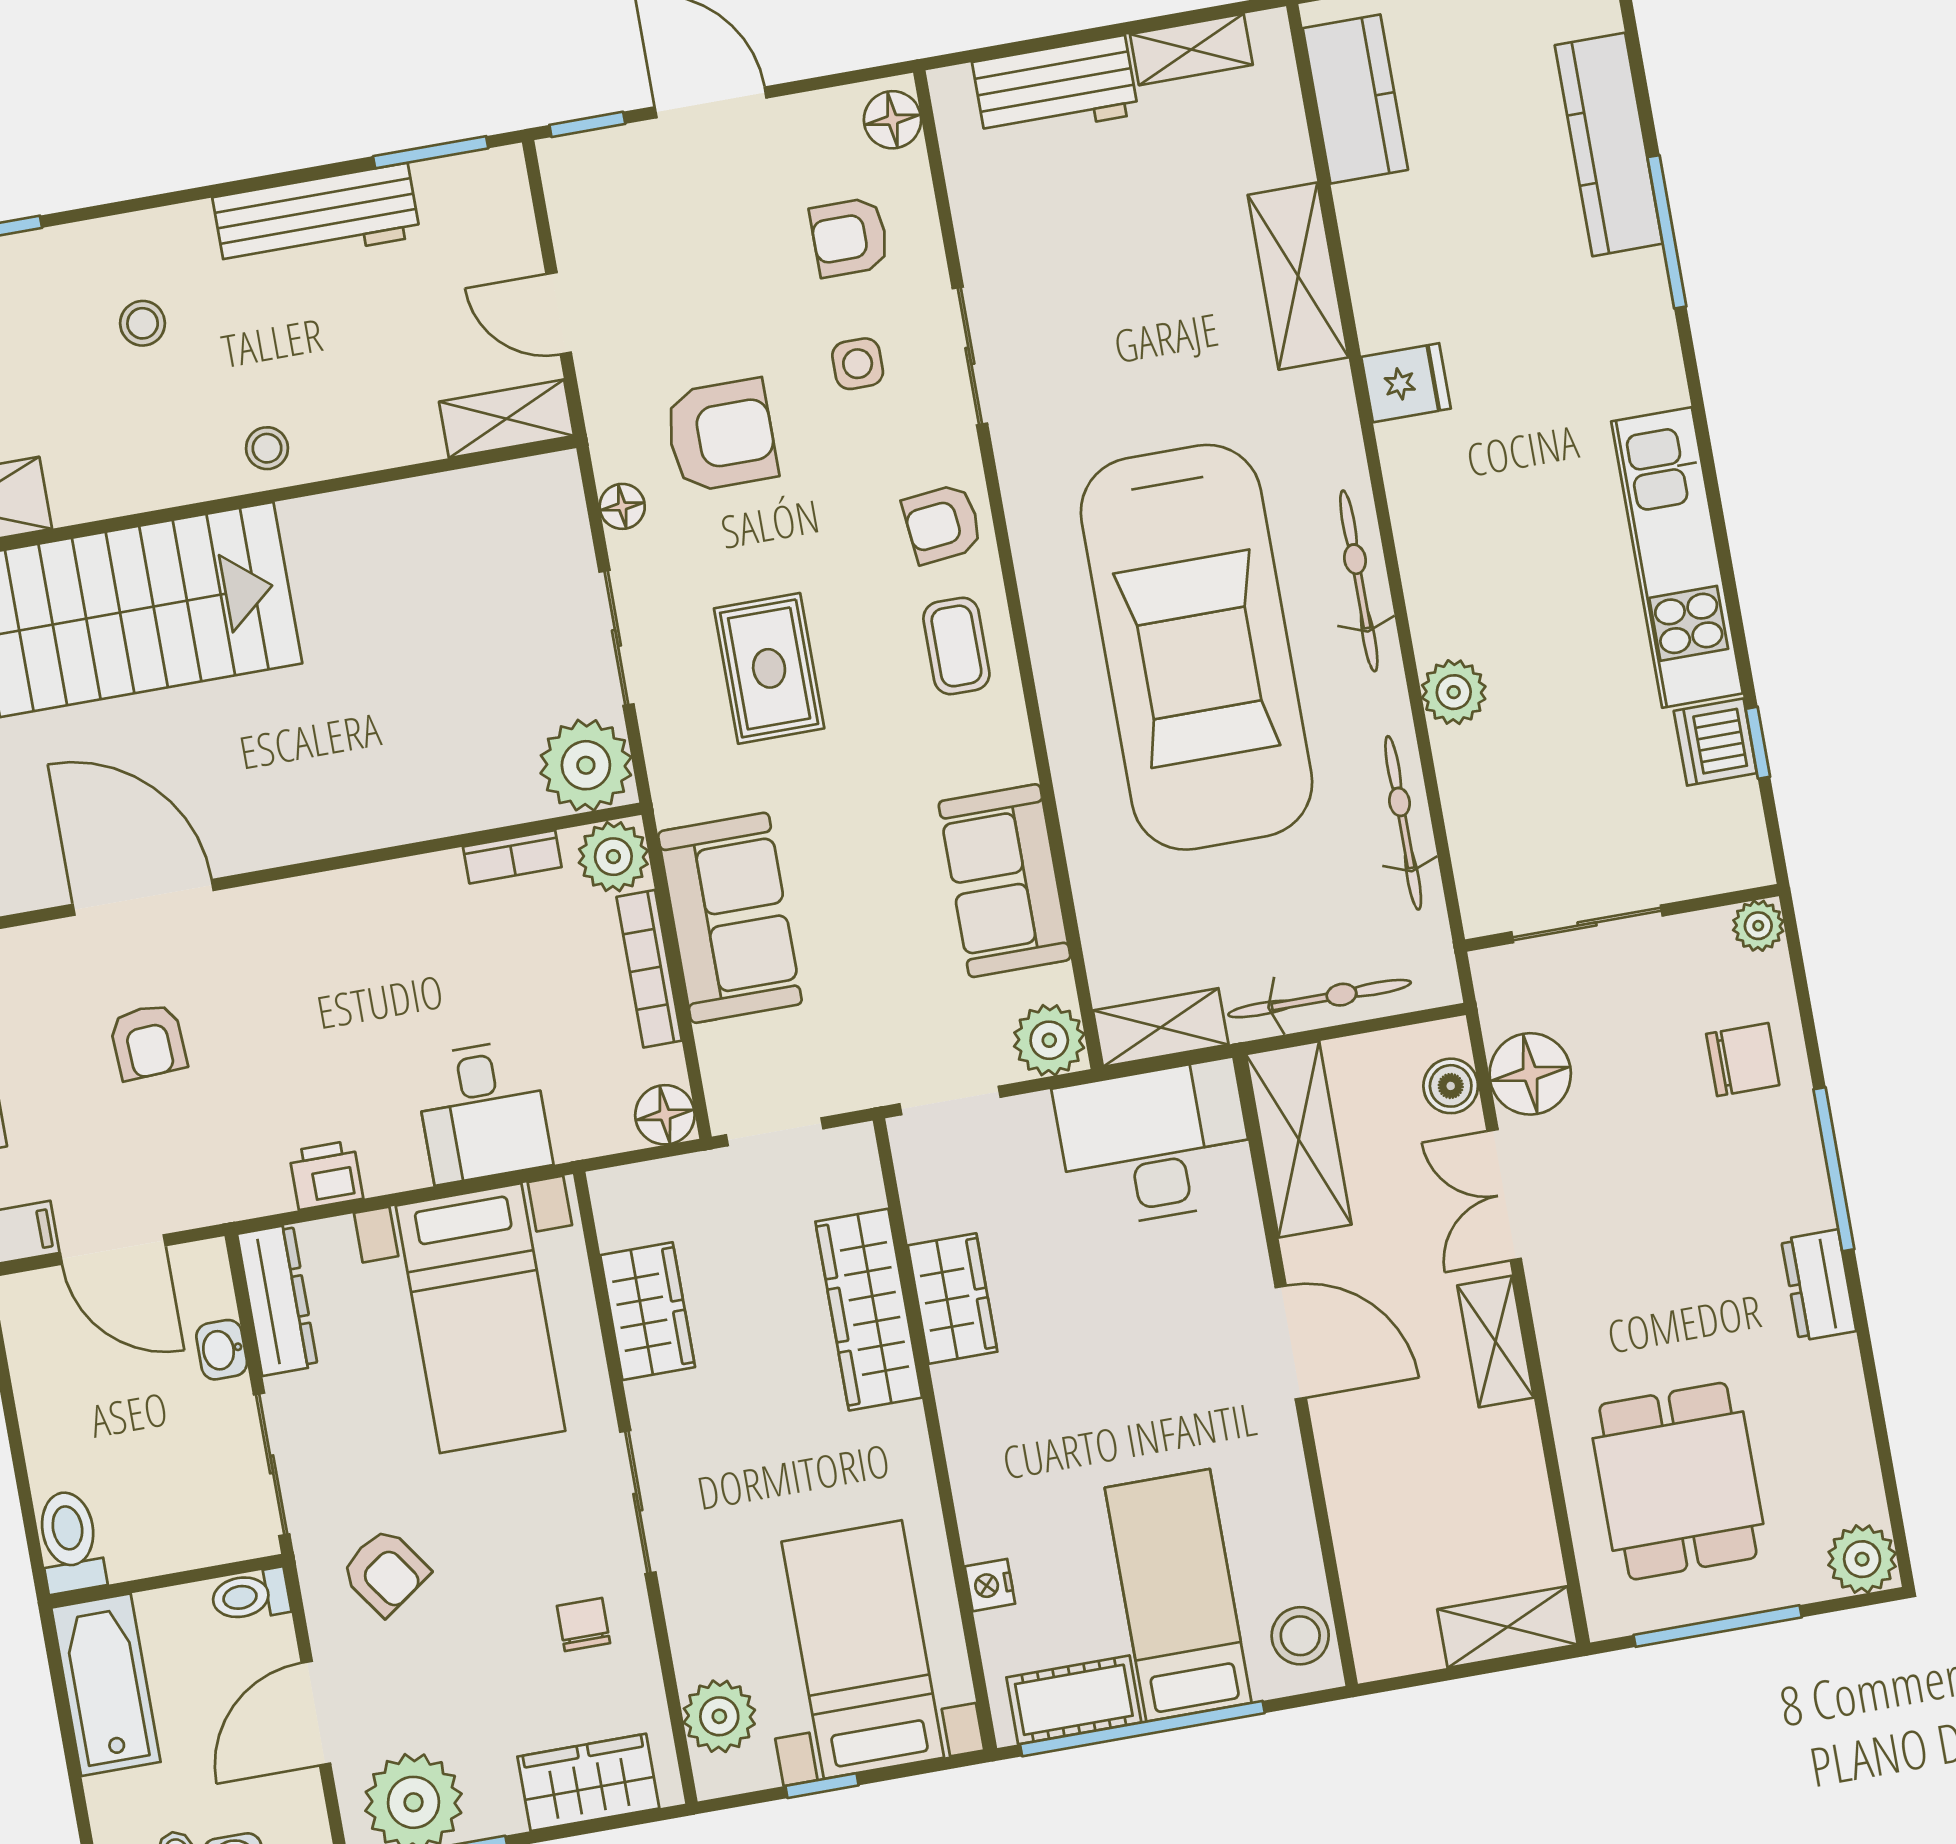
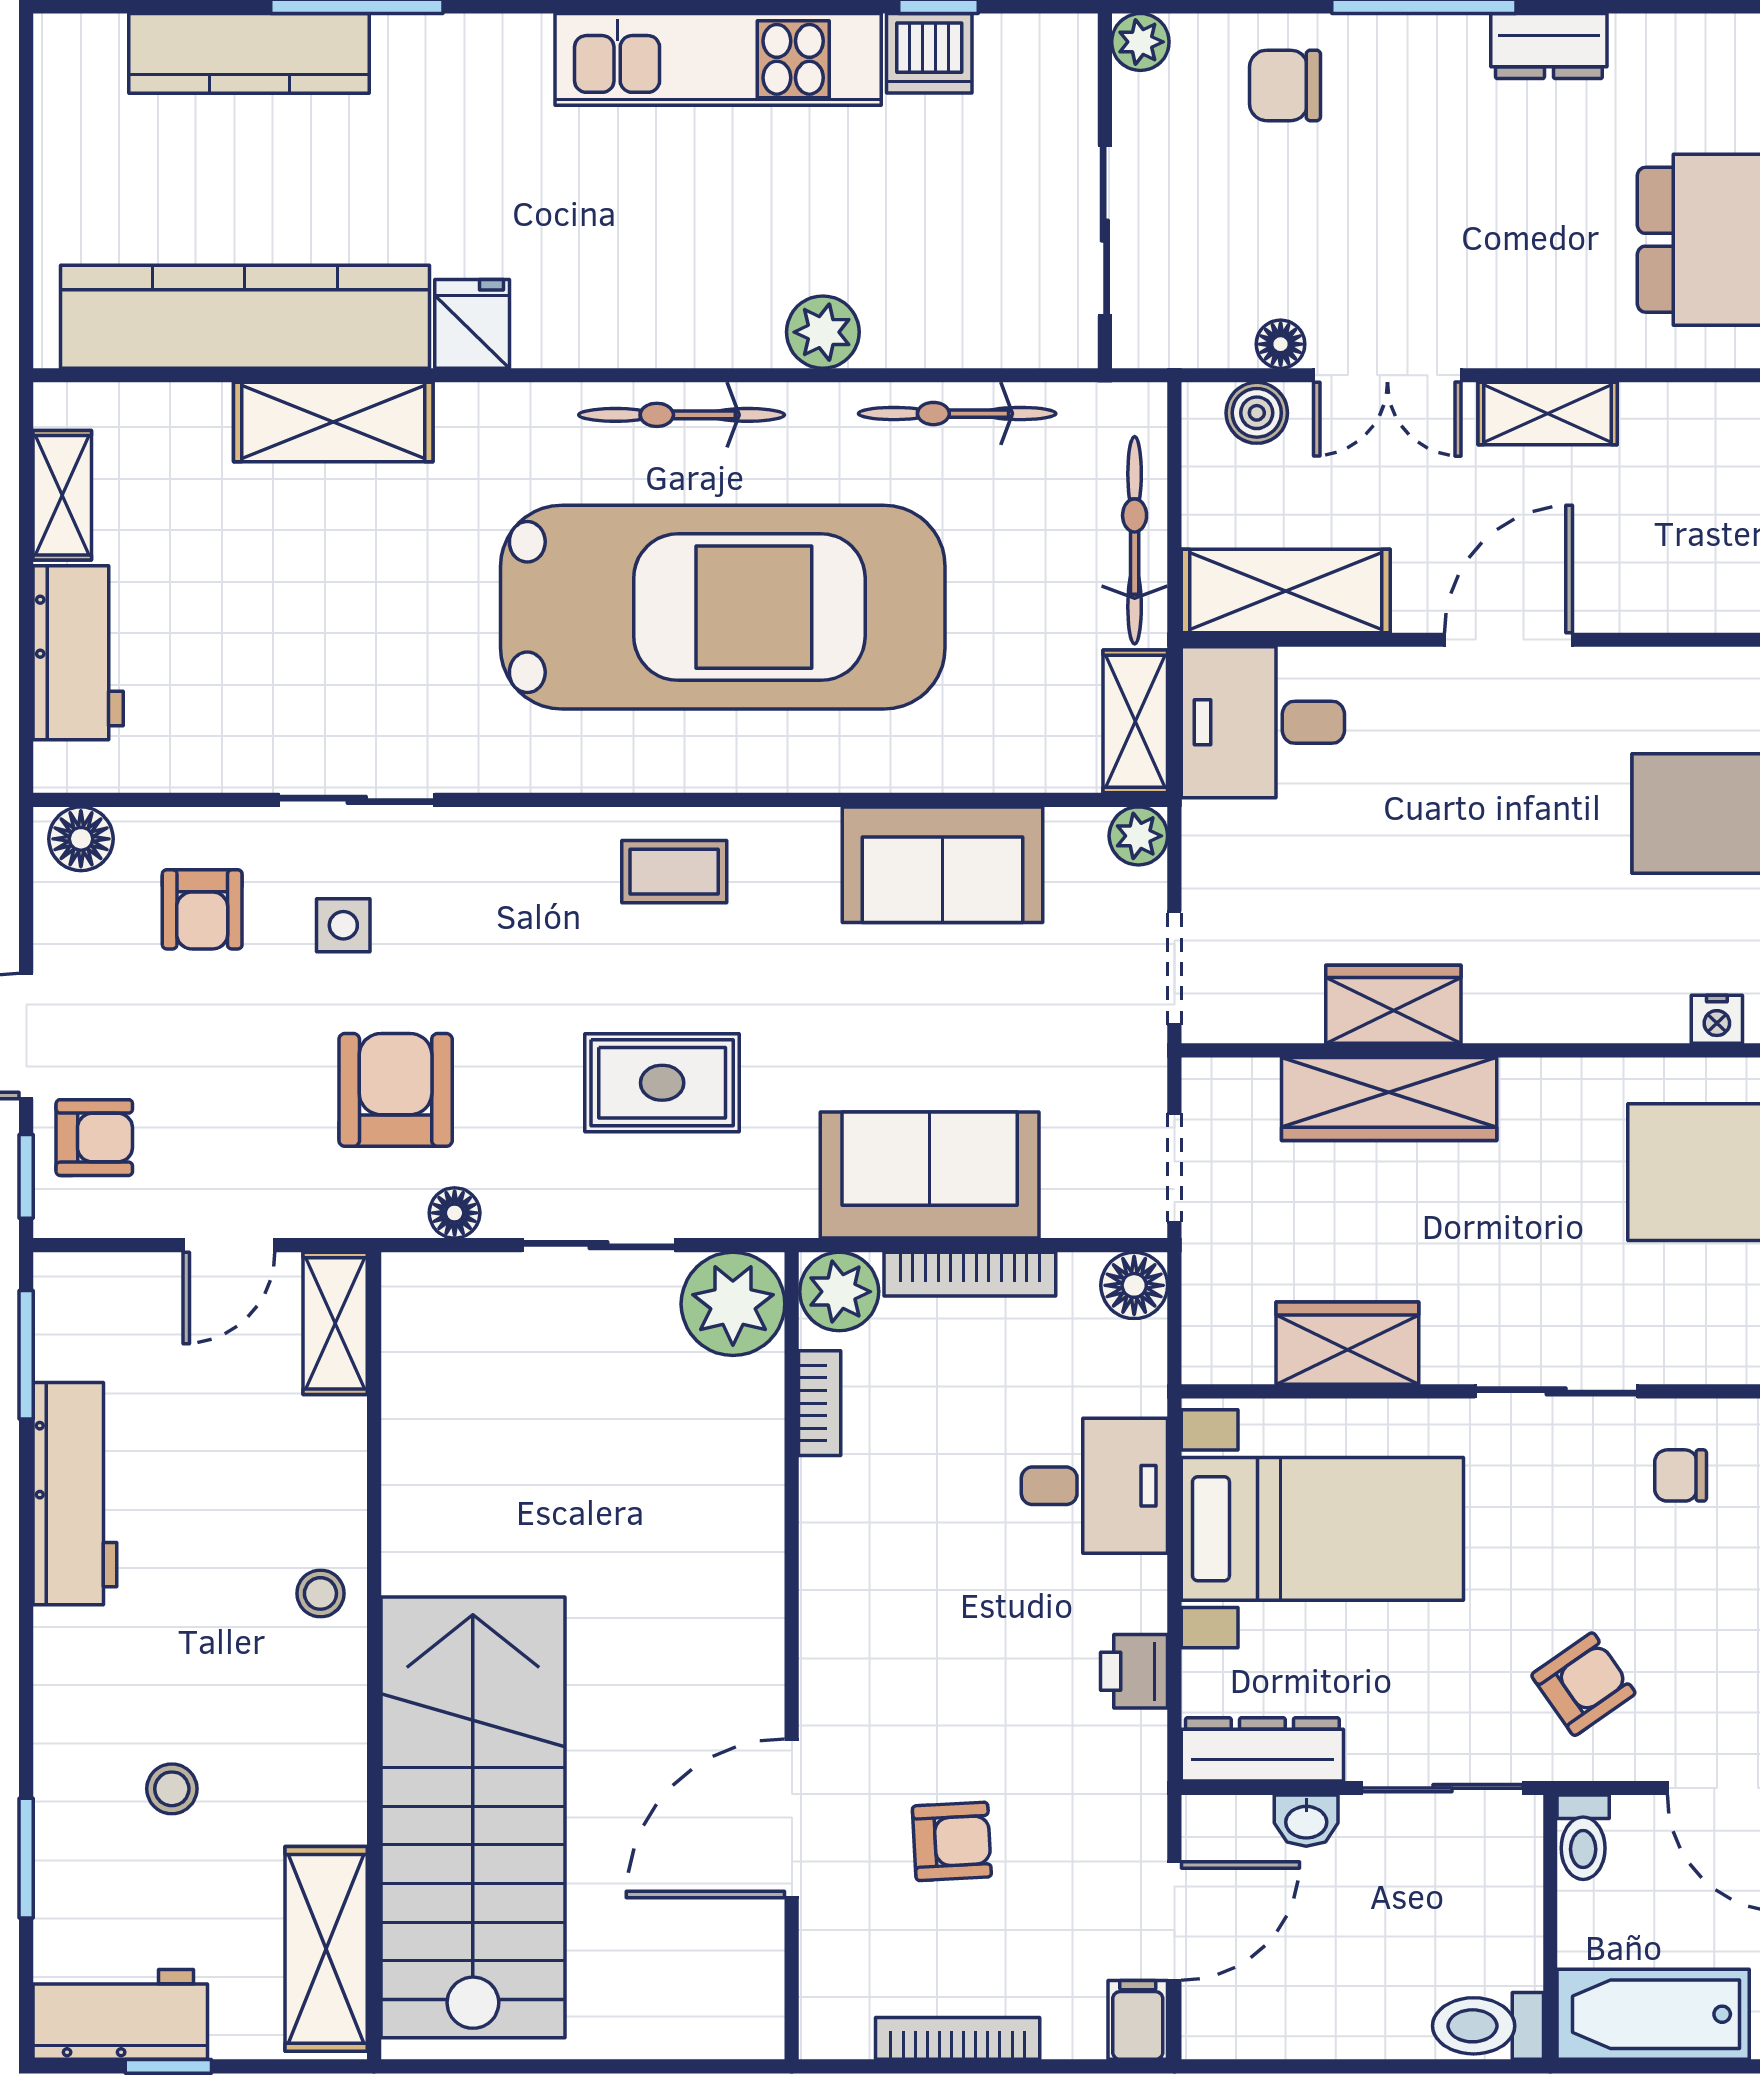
kitchen counter: (1355, 99) -> (245, 317), width x2.08, depth x1.17
stool: (143, 323) -> (172, 1789), moved
armchair: (942, 524) -> (94, 1138), moved, turned -84
plant: (1049, 1040) -> (1138, 836), width x0.73, depth x0.73
chair: (1743, 1060) -> (1285, 85), turned -90
floor lamp: (1530, 1074) -> (1281, 344), width x0.53, depth x0.53
desk: (1155, 1144) -> (1263, 722), width x0.73

